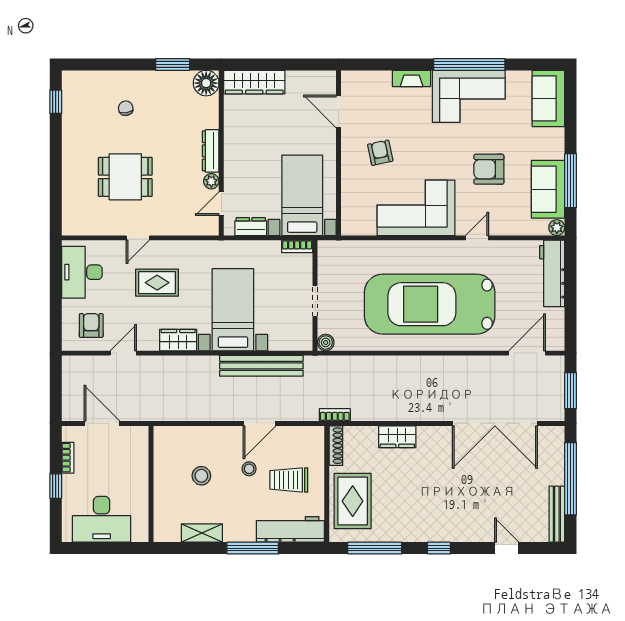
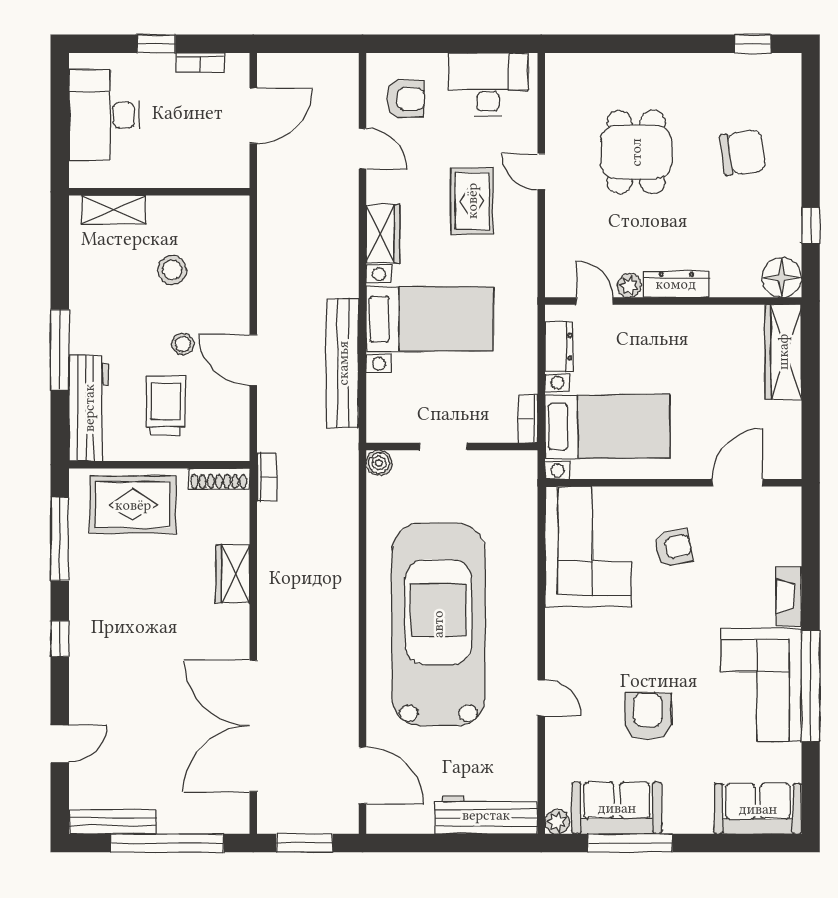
window: (173, 64) -> (811, 225), width x0.67
chair: (126, 108) -> (743, 153), width x1.87, depth x1.87
corner sofa: (416, 208) -> (588, 547), moved
shelving: (202, 533) -> (114, 210), moved, turned 90

